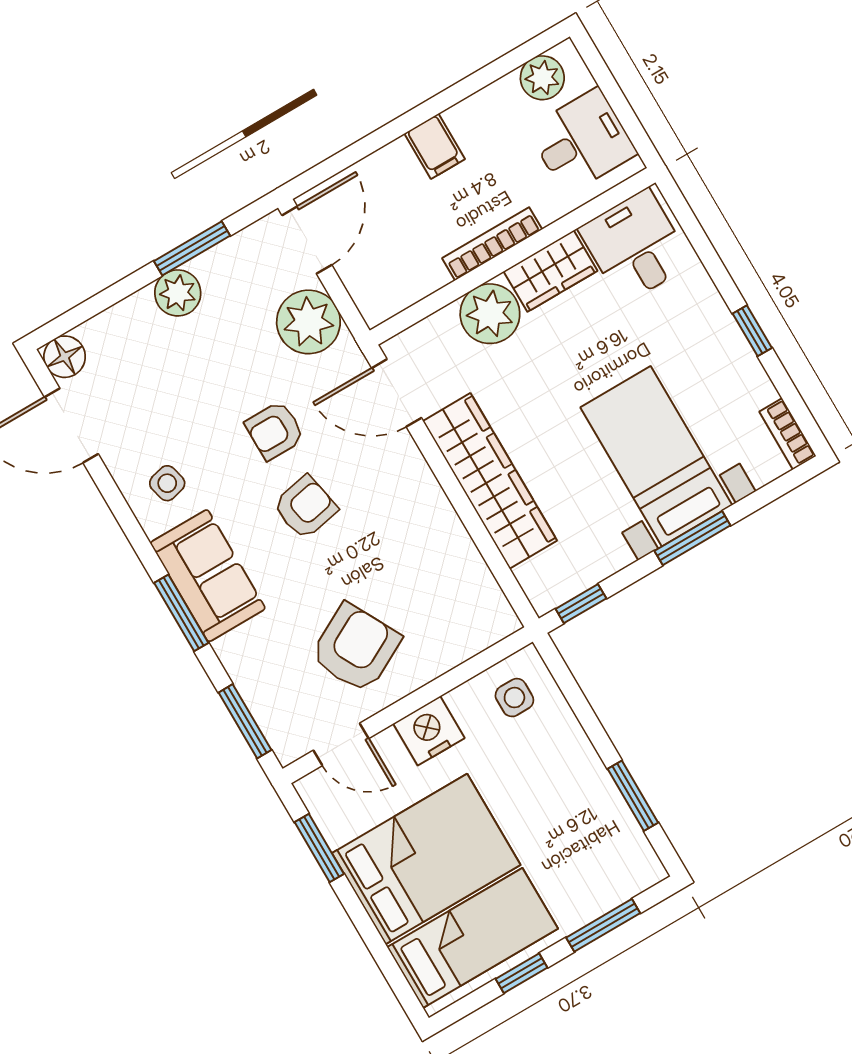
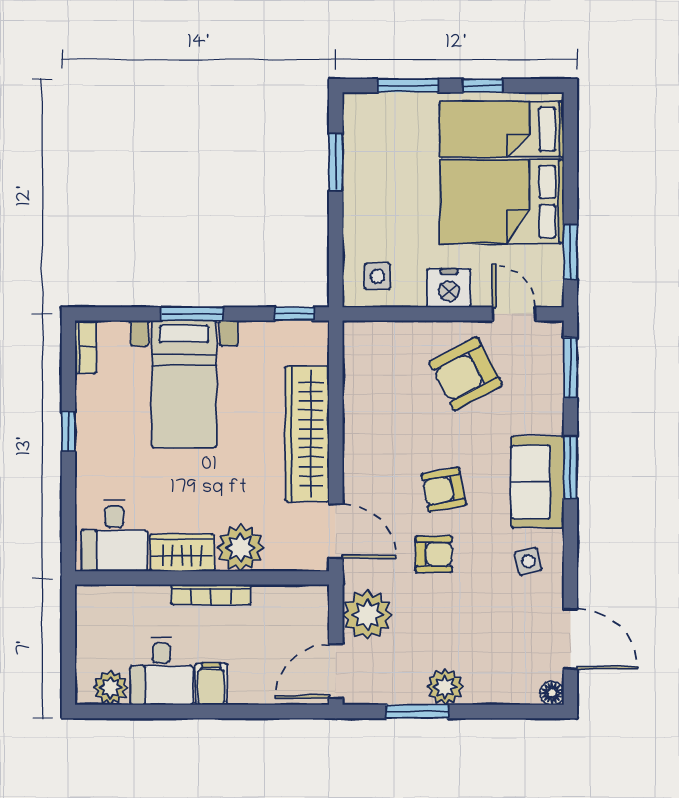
desk: (582, 141) -> (162, 671), moved, turned -90
floor lamp: (65, 357) -> (552, 693), width x0.73, depth x0.73

